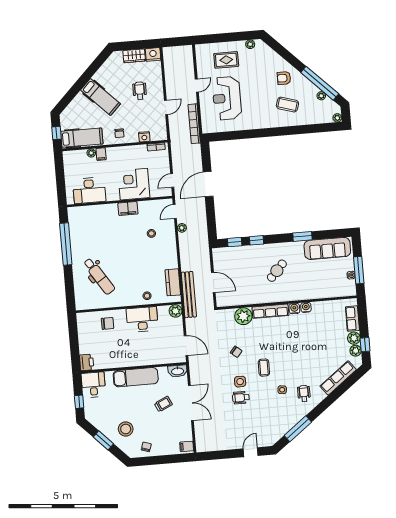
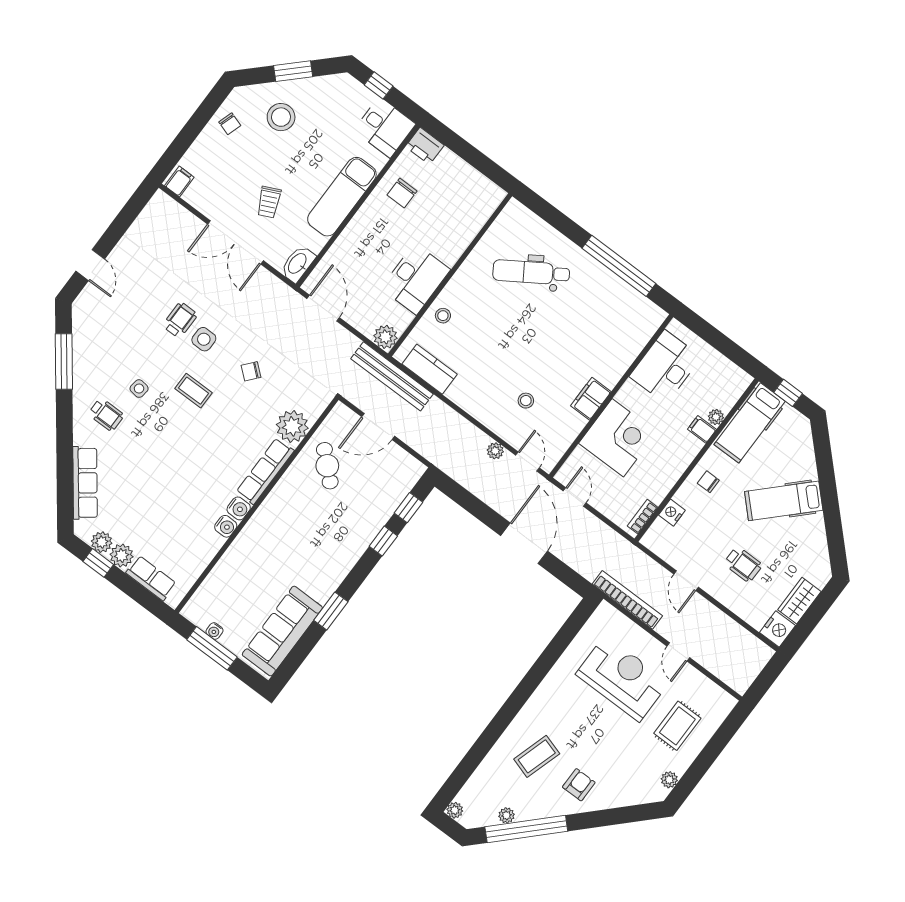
cafe table: (277, 271) -> (327, 466), moved
chair: (107, 323) -> (402, 193), moved
door: (186, 346) -> (323, 308), swing flipped

